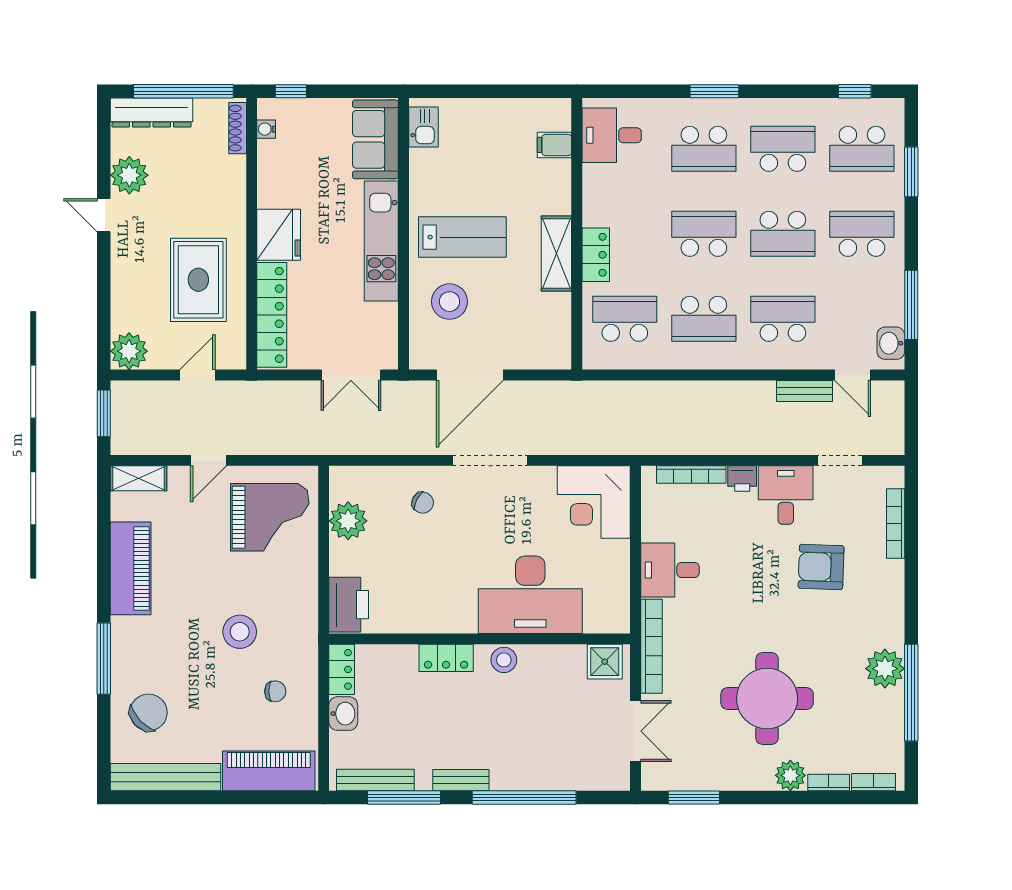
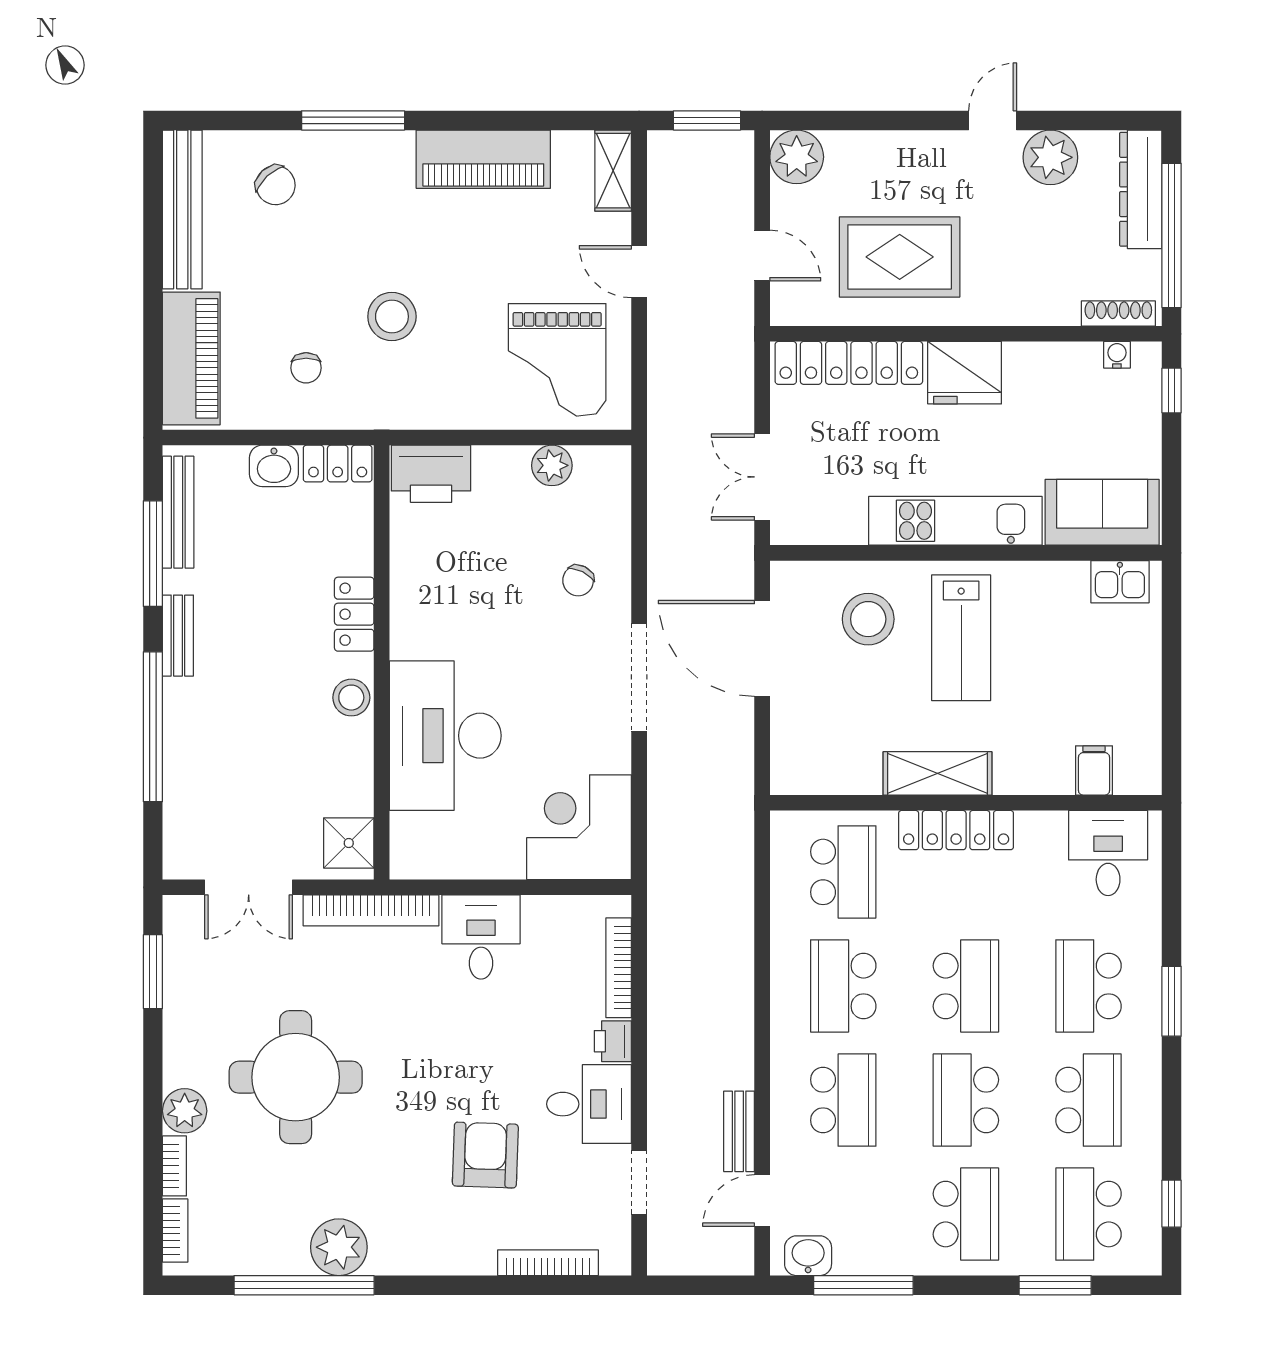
locker: (596, 255) -> (956, 830), width x1.53
plant: (348, 521) -> (552, 465), width x0.73, depth x0.73
chair: (149, 712) -> (276, 185), width x0.73, depth x0.73

